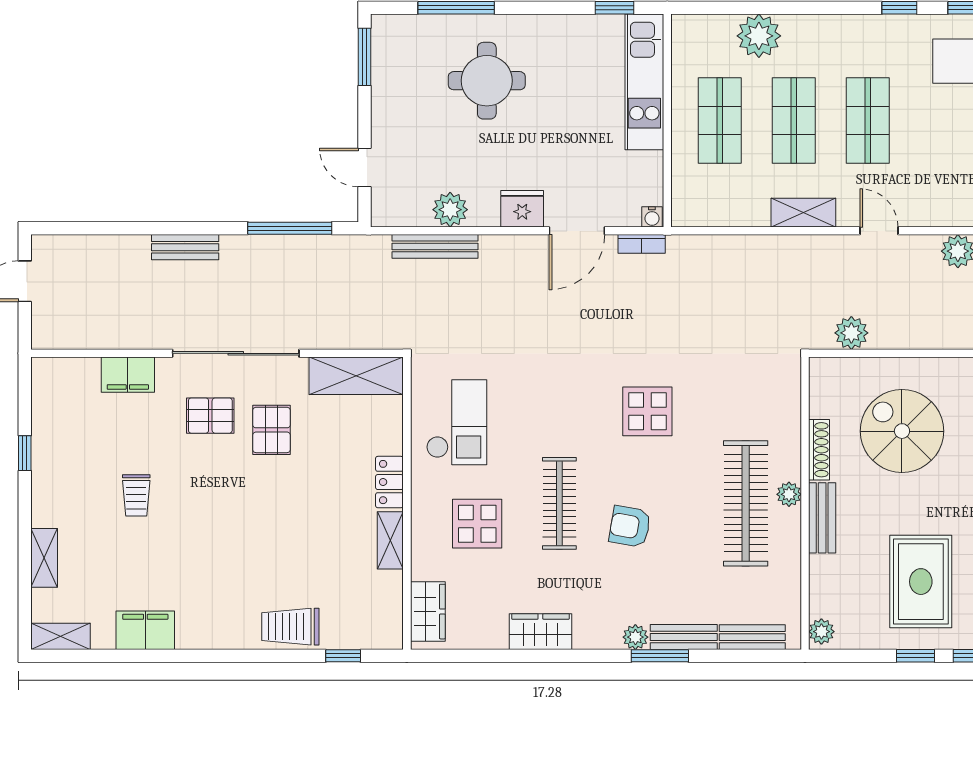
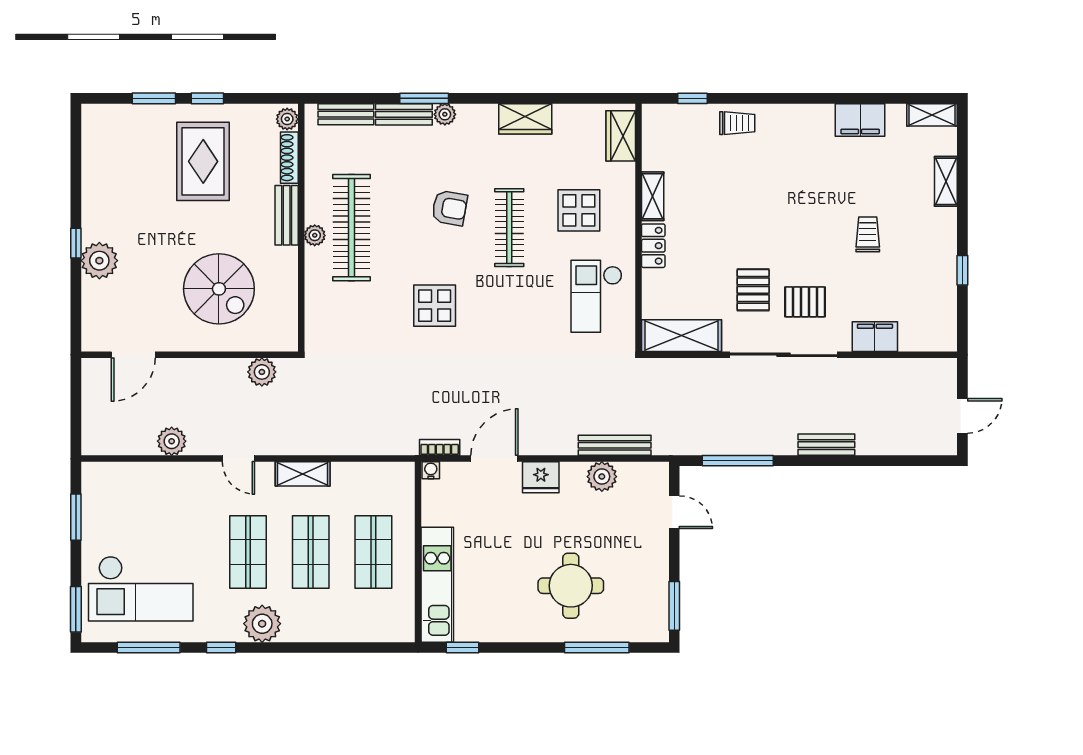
plant: (759, 36) -> (262, 624), moved
shoe rack: (819, 450) -> (289, 158), moved
trolley: (290, 627) -> (737, 123), width x0.73, depth x0.72

